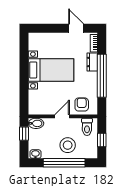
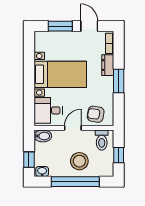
window: (51, 28) -> (60, 26), added
window: (102, 76) -> (119, 81), width x0.47
desk: (41, 101) -> (48, 110), added
armchair: (82, 105) -> (96, 114), turned -81
window: (24, 134) -> (29, 160), moved

